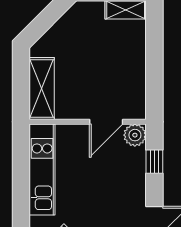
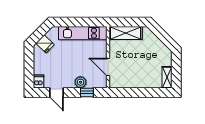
plant: (135, 135) -> (80, 82), moved

